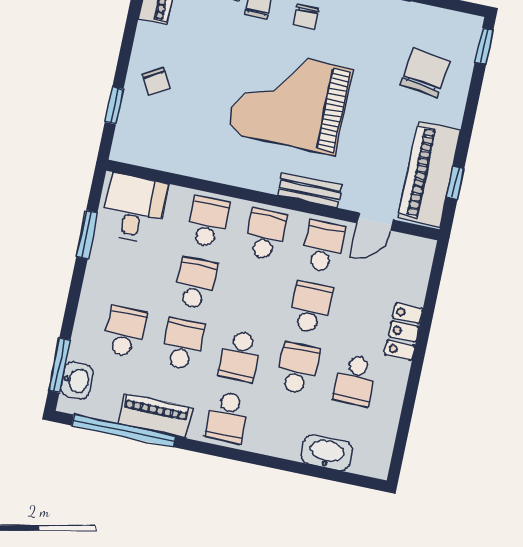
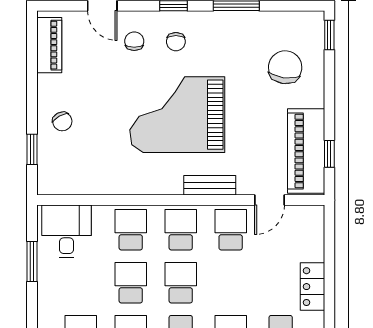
school desk: (310, 307) -> (181, 283), moved

